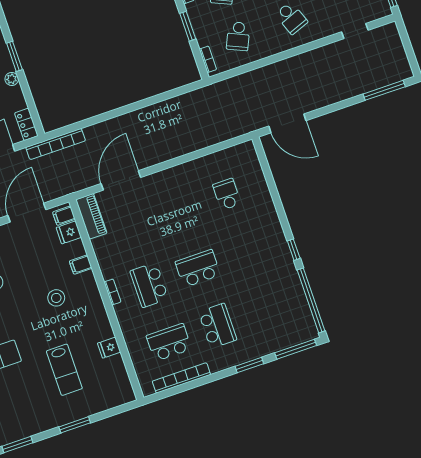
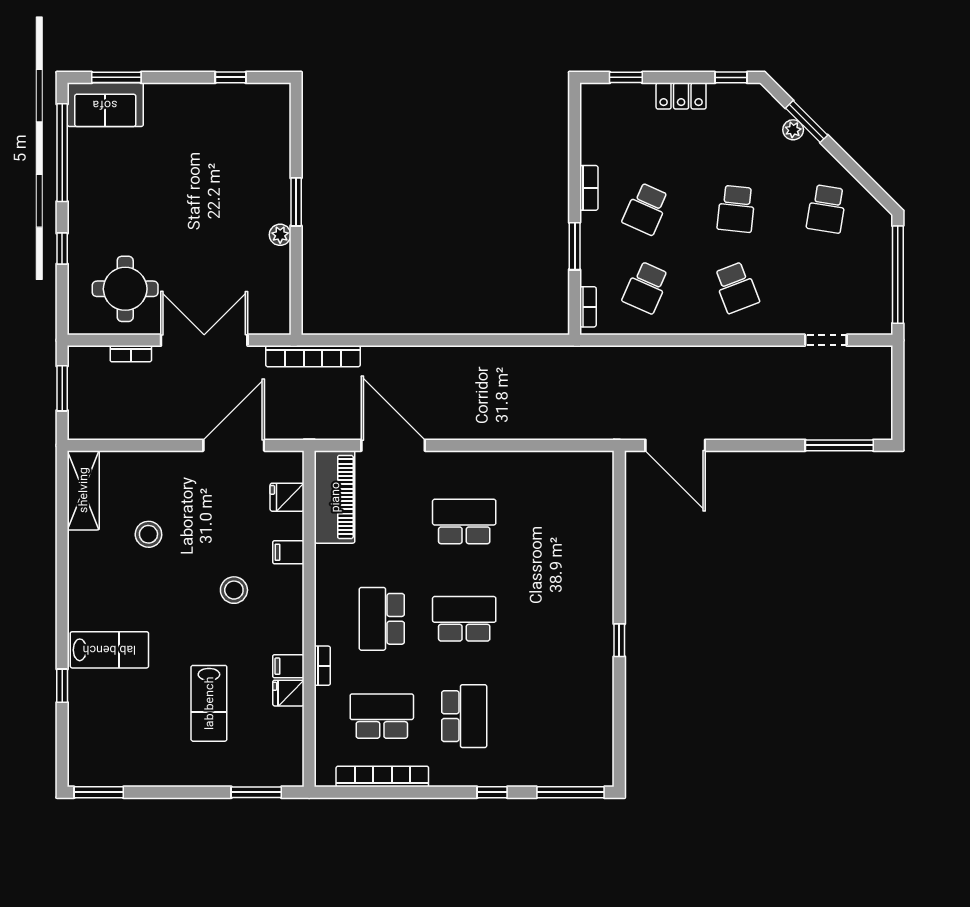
locker: (26, 124) -> (279, 311), removed
door: (121, 180) -> (393, 445), hinge flipped
school desk: (227, 194) -> (464, 521), moved, width x1.85
filing cabinet: (64, 216) -> (288, 666), moved
piano: (91, 216) -> (335, 497), width x1.37, depth x1.33
bookcase: (112, 292) -> (322, 666), moved
window: (311, 300) -> (619, 726), removed
window: (249, 365) -> (492, 792), width x0.67
window: (75, 425) -> (256, 792), moved

